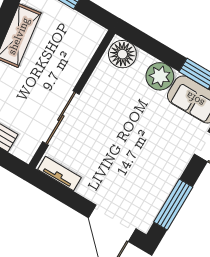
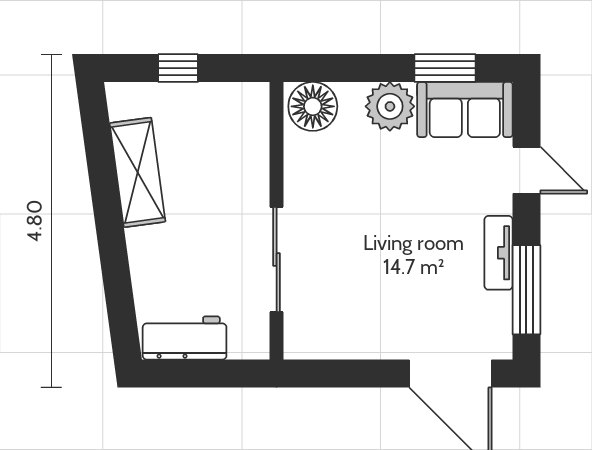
tv unit: (59, 174) -> (498, 253), moved, turned -90

